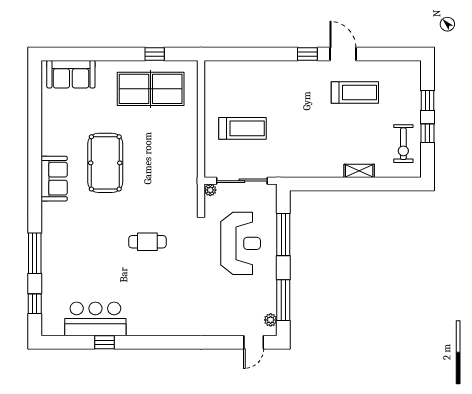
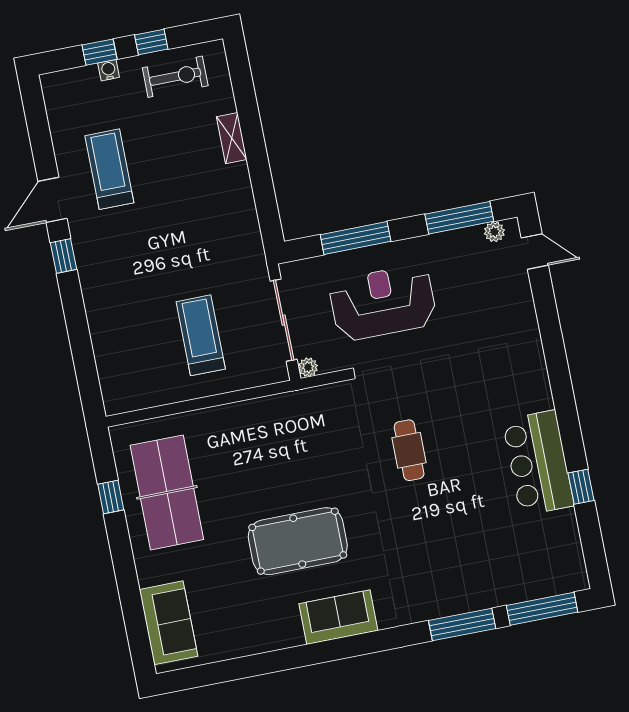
water cooler: (415, 104) -> (109, 70), added
window: (35, 304) -> (542, 609), width x2.17
bar counter: (95, 319) -> (538, 463), moved

